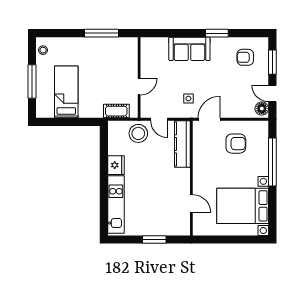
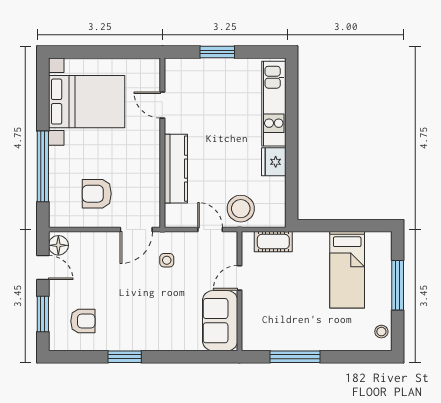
sofa: (189, 49) -> (220, 321), moved, turned -90
kitchen counter: (182, 144) -> (176, 169), moved

